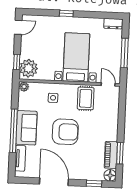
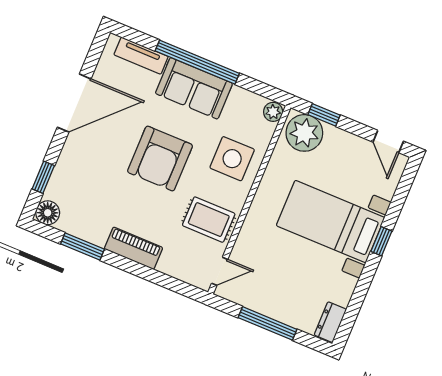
bed with nightstands: (76, 57) -> (330, 222), moved, turned 180
side table: (53, 98) -> (232, 159), width x1.87, depth x1.87
piano: (111, 155) -> (133, 248), moved

